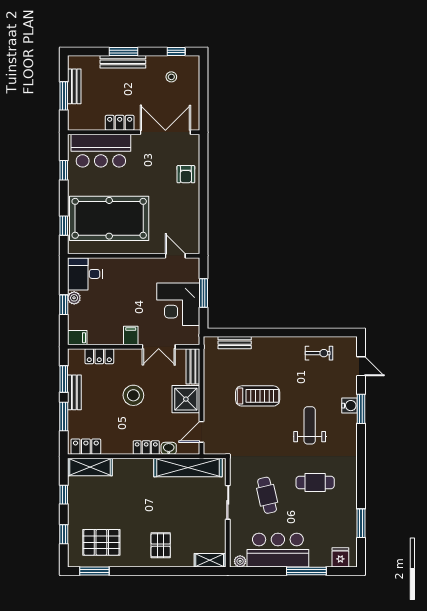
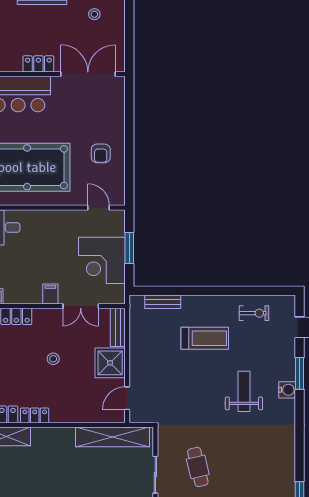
armchair: (186, 174) -> (101, 153), moved
stool: (133, 395) -> (53, 359), width x0.53, depth x0.53
treadmill: (258, 396) -> (205, 338), moved
water cooler: (350, 406) -> (287, 390), moved
locker: (146, 448) -> (35, 415), moved
washbasin: (169, 448) -> (91, 416), removed
cafe table: (315, 482) -> (250, 453), removed

